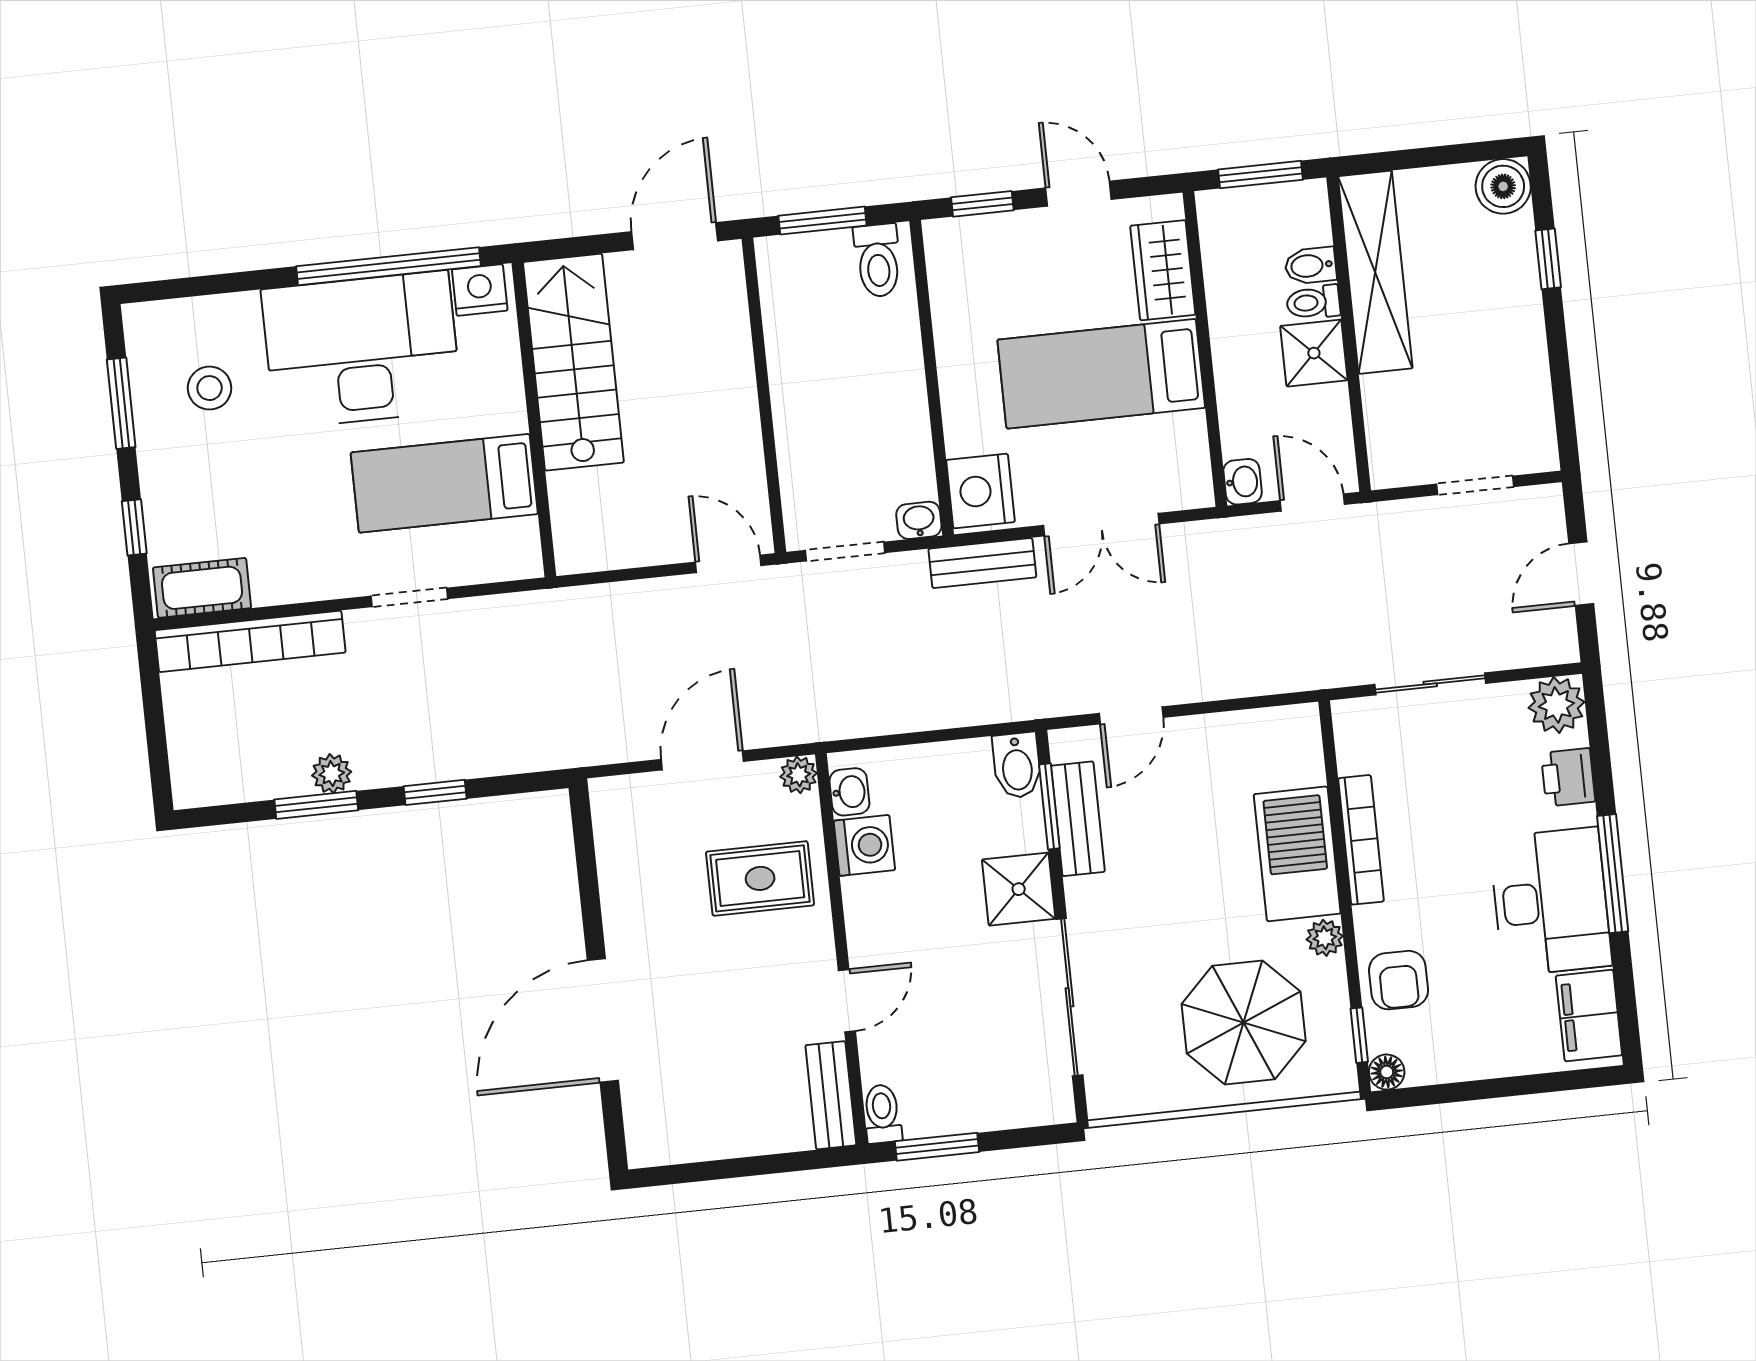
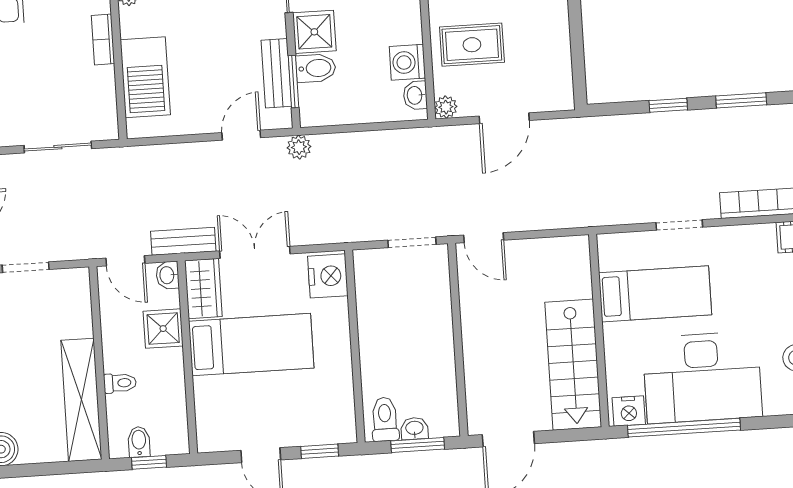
window: (1261, 175) -> (149, 462), width x0.67
bidet: (1310, 266) -> (139, 442), moved, turned -90
wardrobe: (1163, 270) -> (203, 289), moved
shower: (1314, 353) -> (163, 329), moved
washbasin: (919, 520) -> (414, 428), moved, turned 180
bench: (982, 563) -> (183, 241), moved
bidet: (1017, 765) -> (316, 68), moved, turned 90
plant: (332, 774) -> (299, 147), moved
bookcase: (1361, 840) -> (103, 40), width x0.64
barbecue: (1297, 854) -> (145, 77), moved

